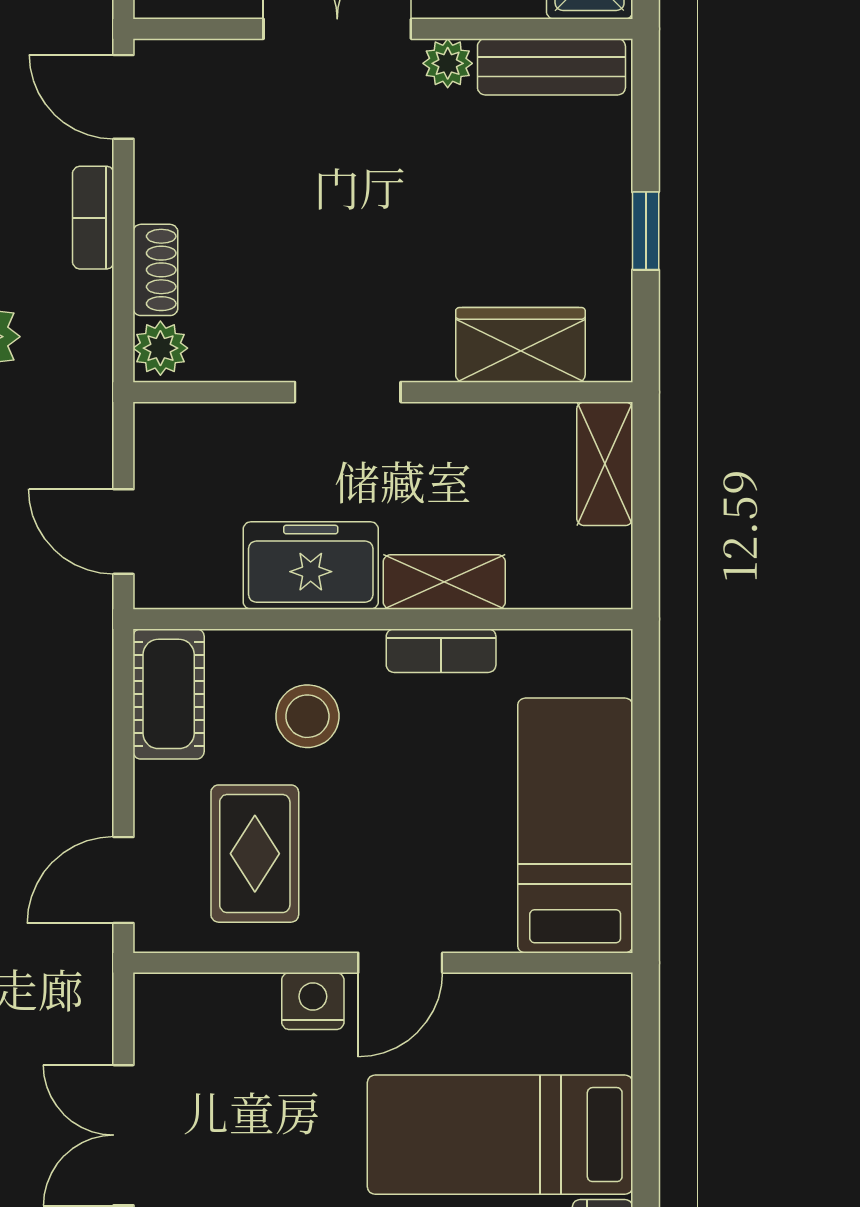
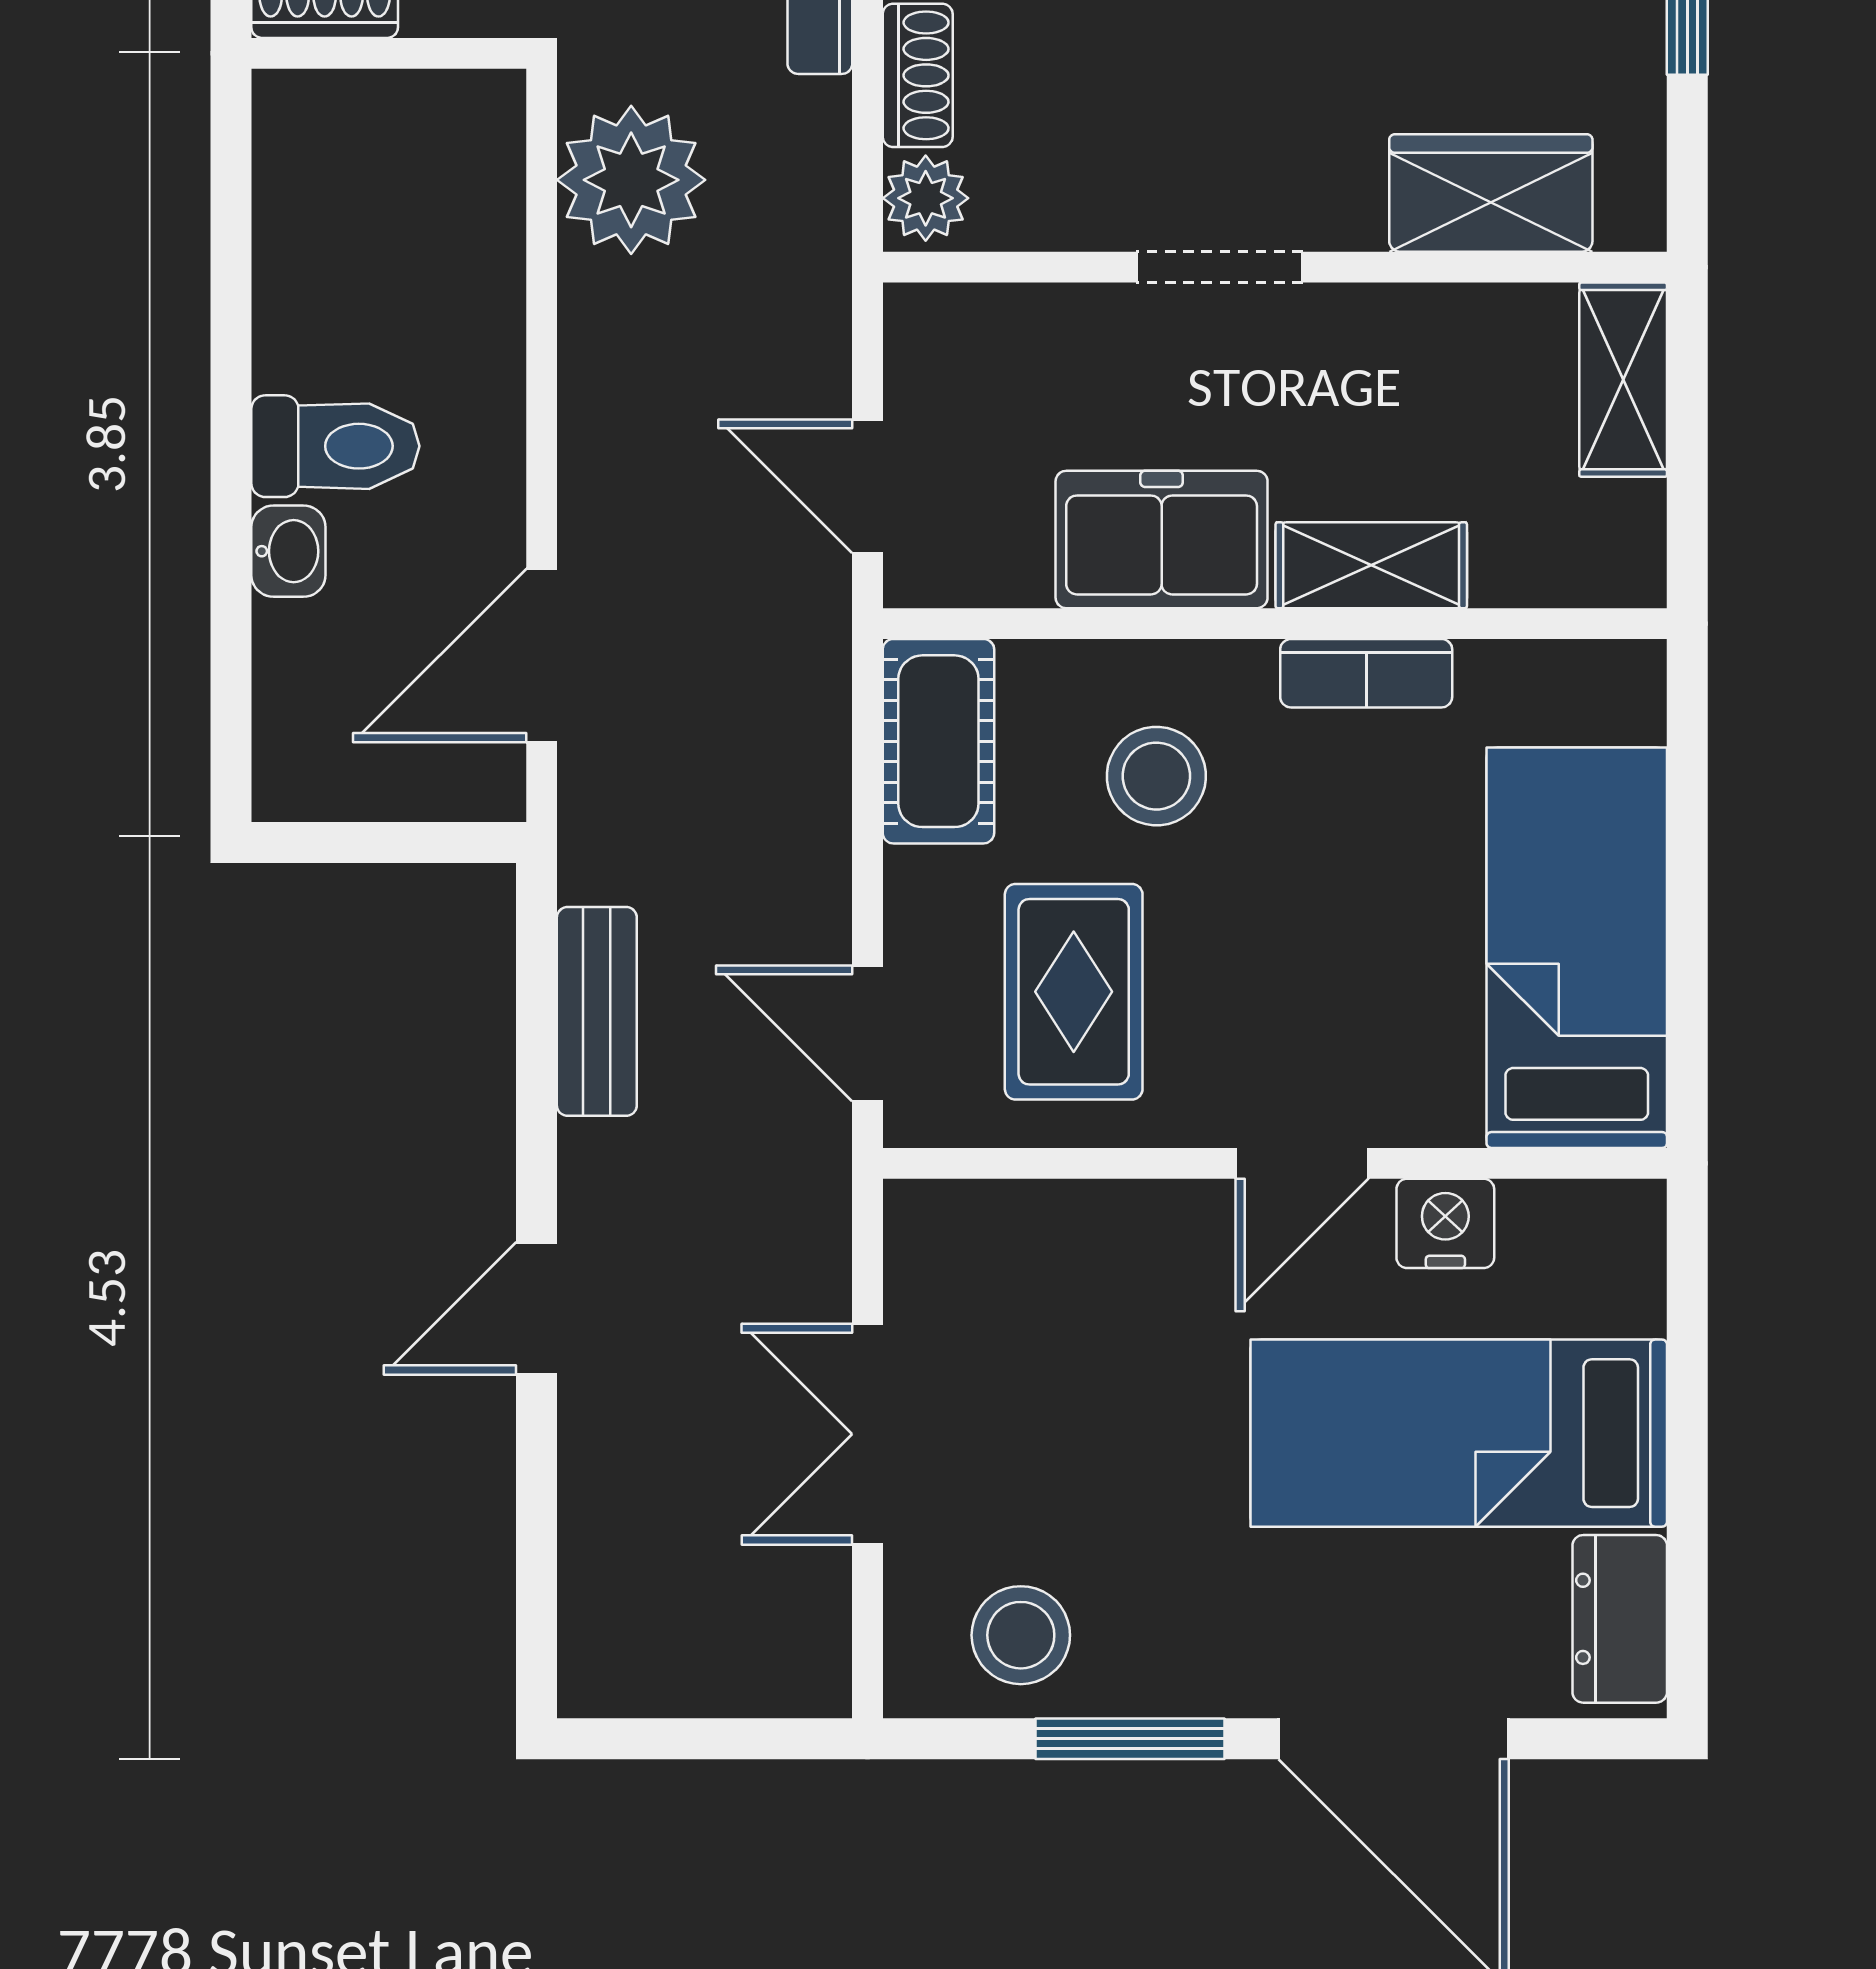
door: (123, 880) -> (868, 1033), hinge flipped
nightstand: (313, 1001) -> (1445, 1223), moved

